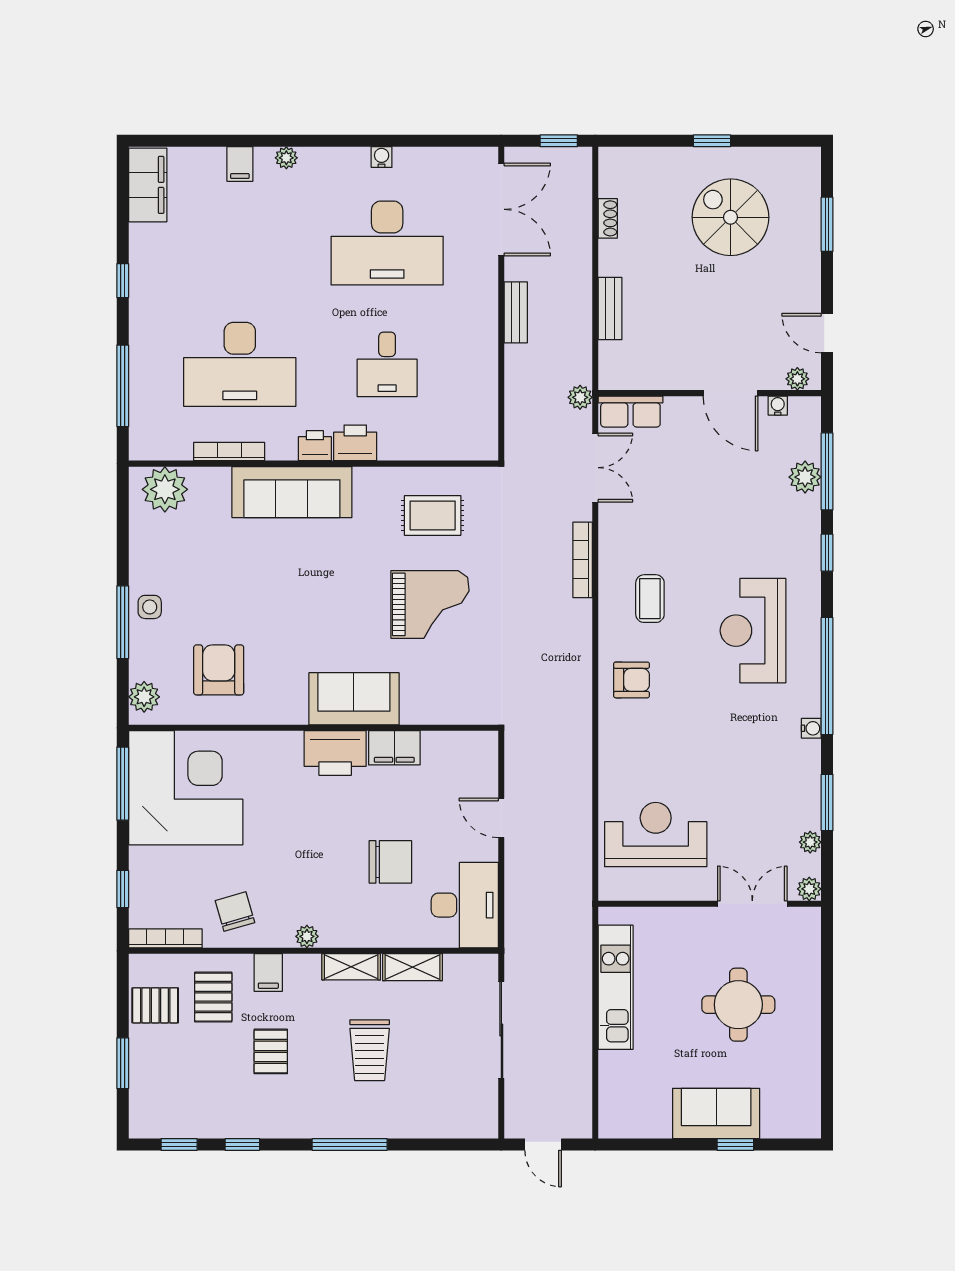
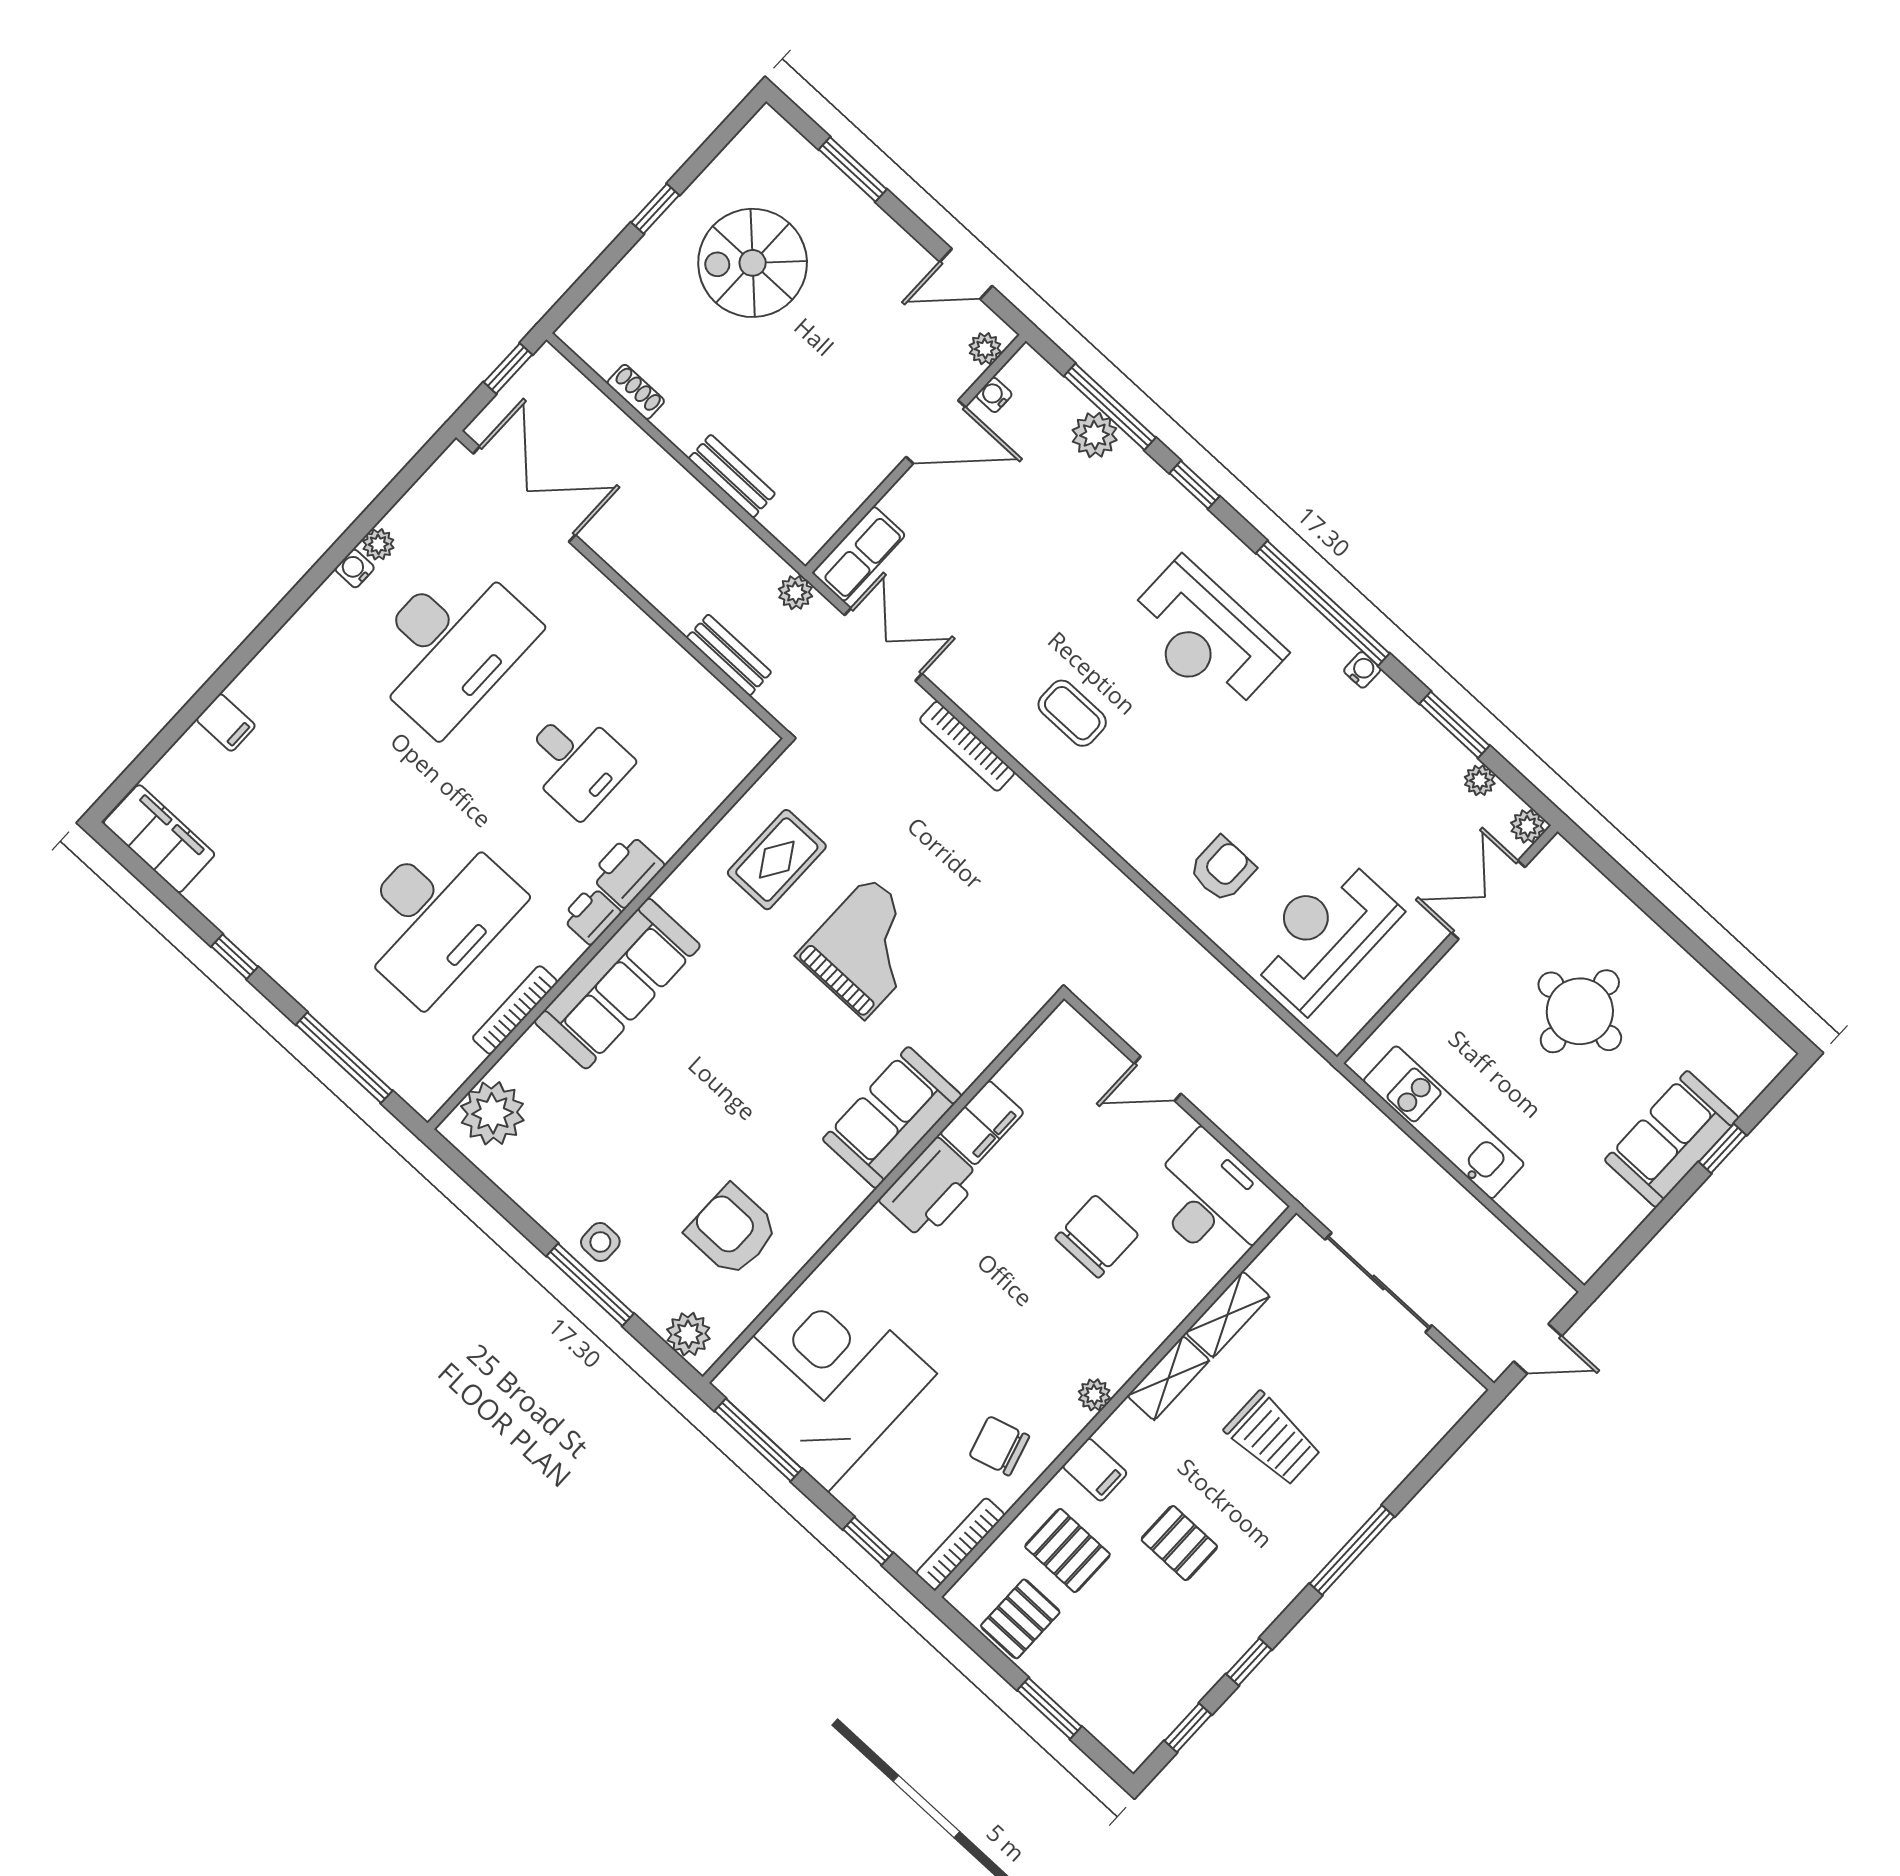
plant: (286, 158) -> (378, 544), moved
bench: (516, 312) -> (729, 655), moved
armchair: (632, 680) -> (1222, 869), moved

